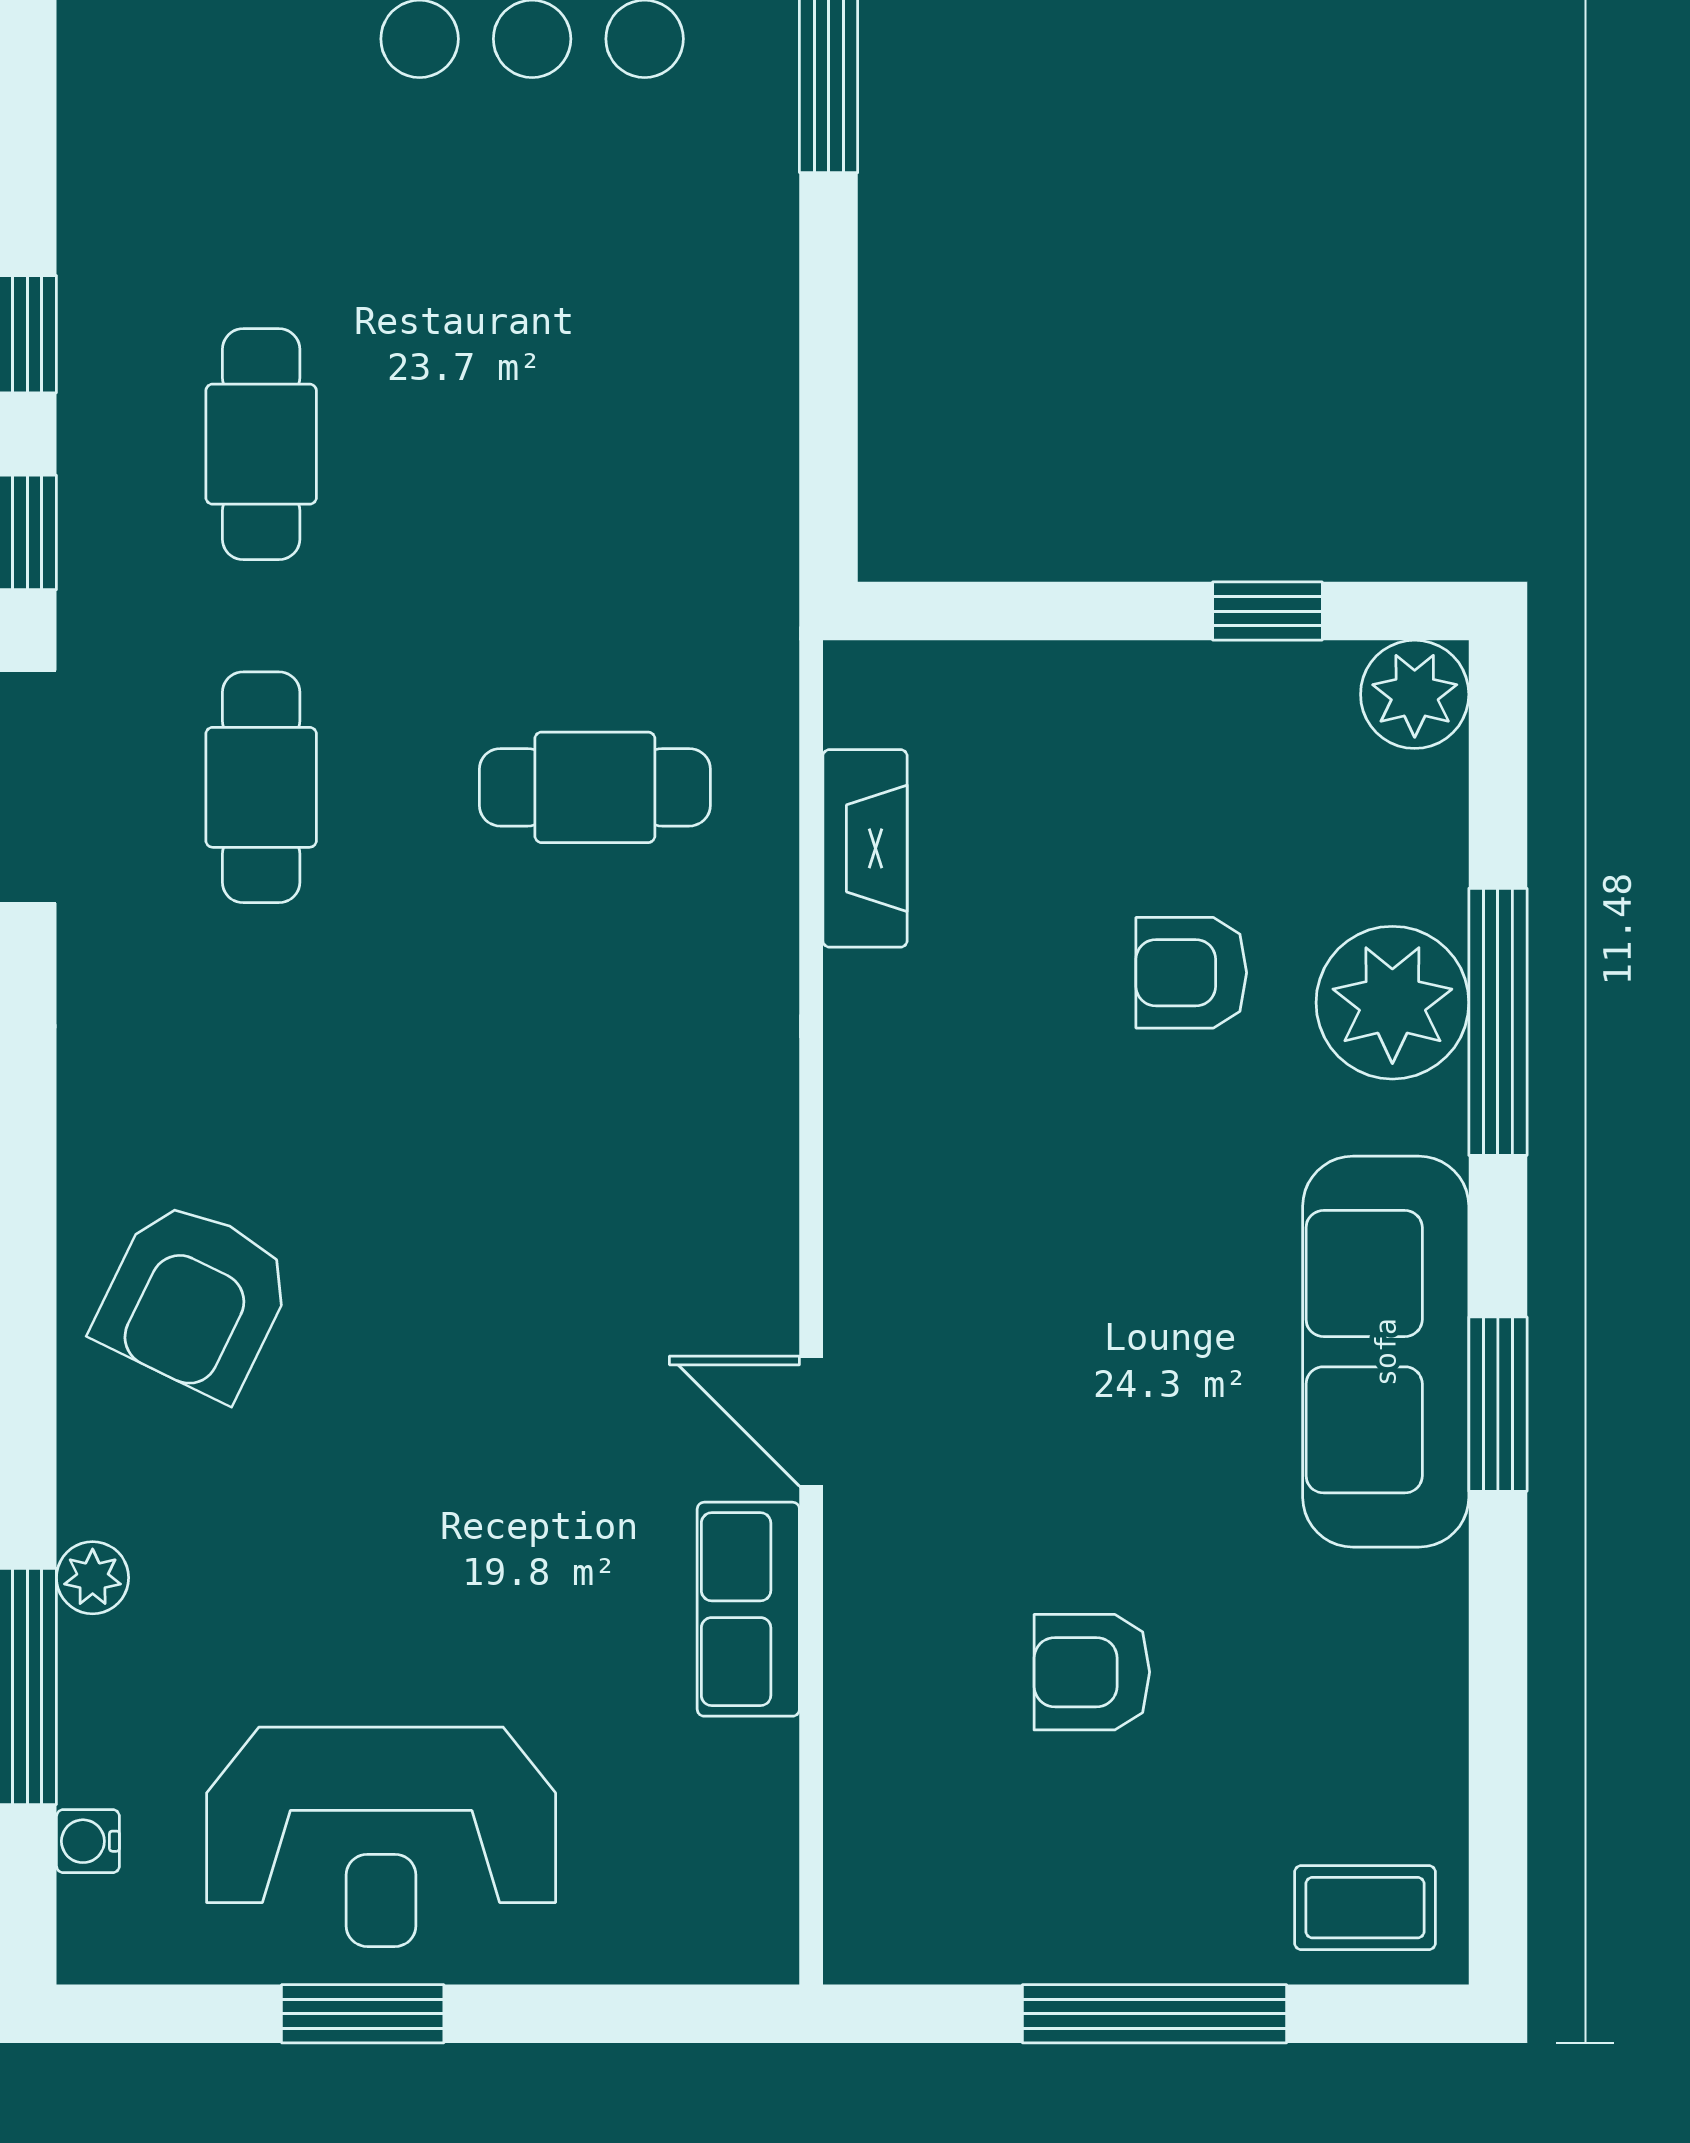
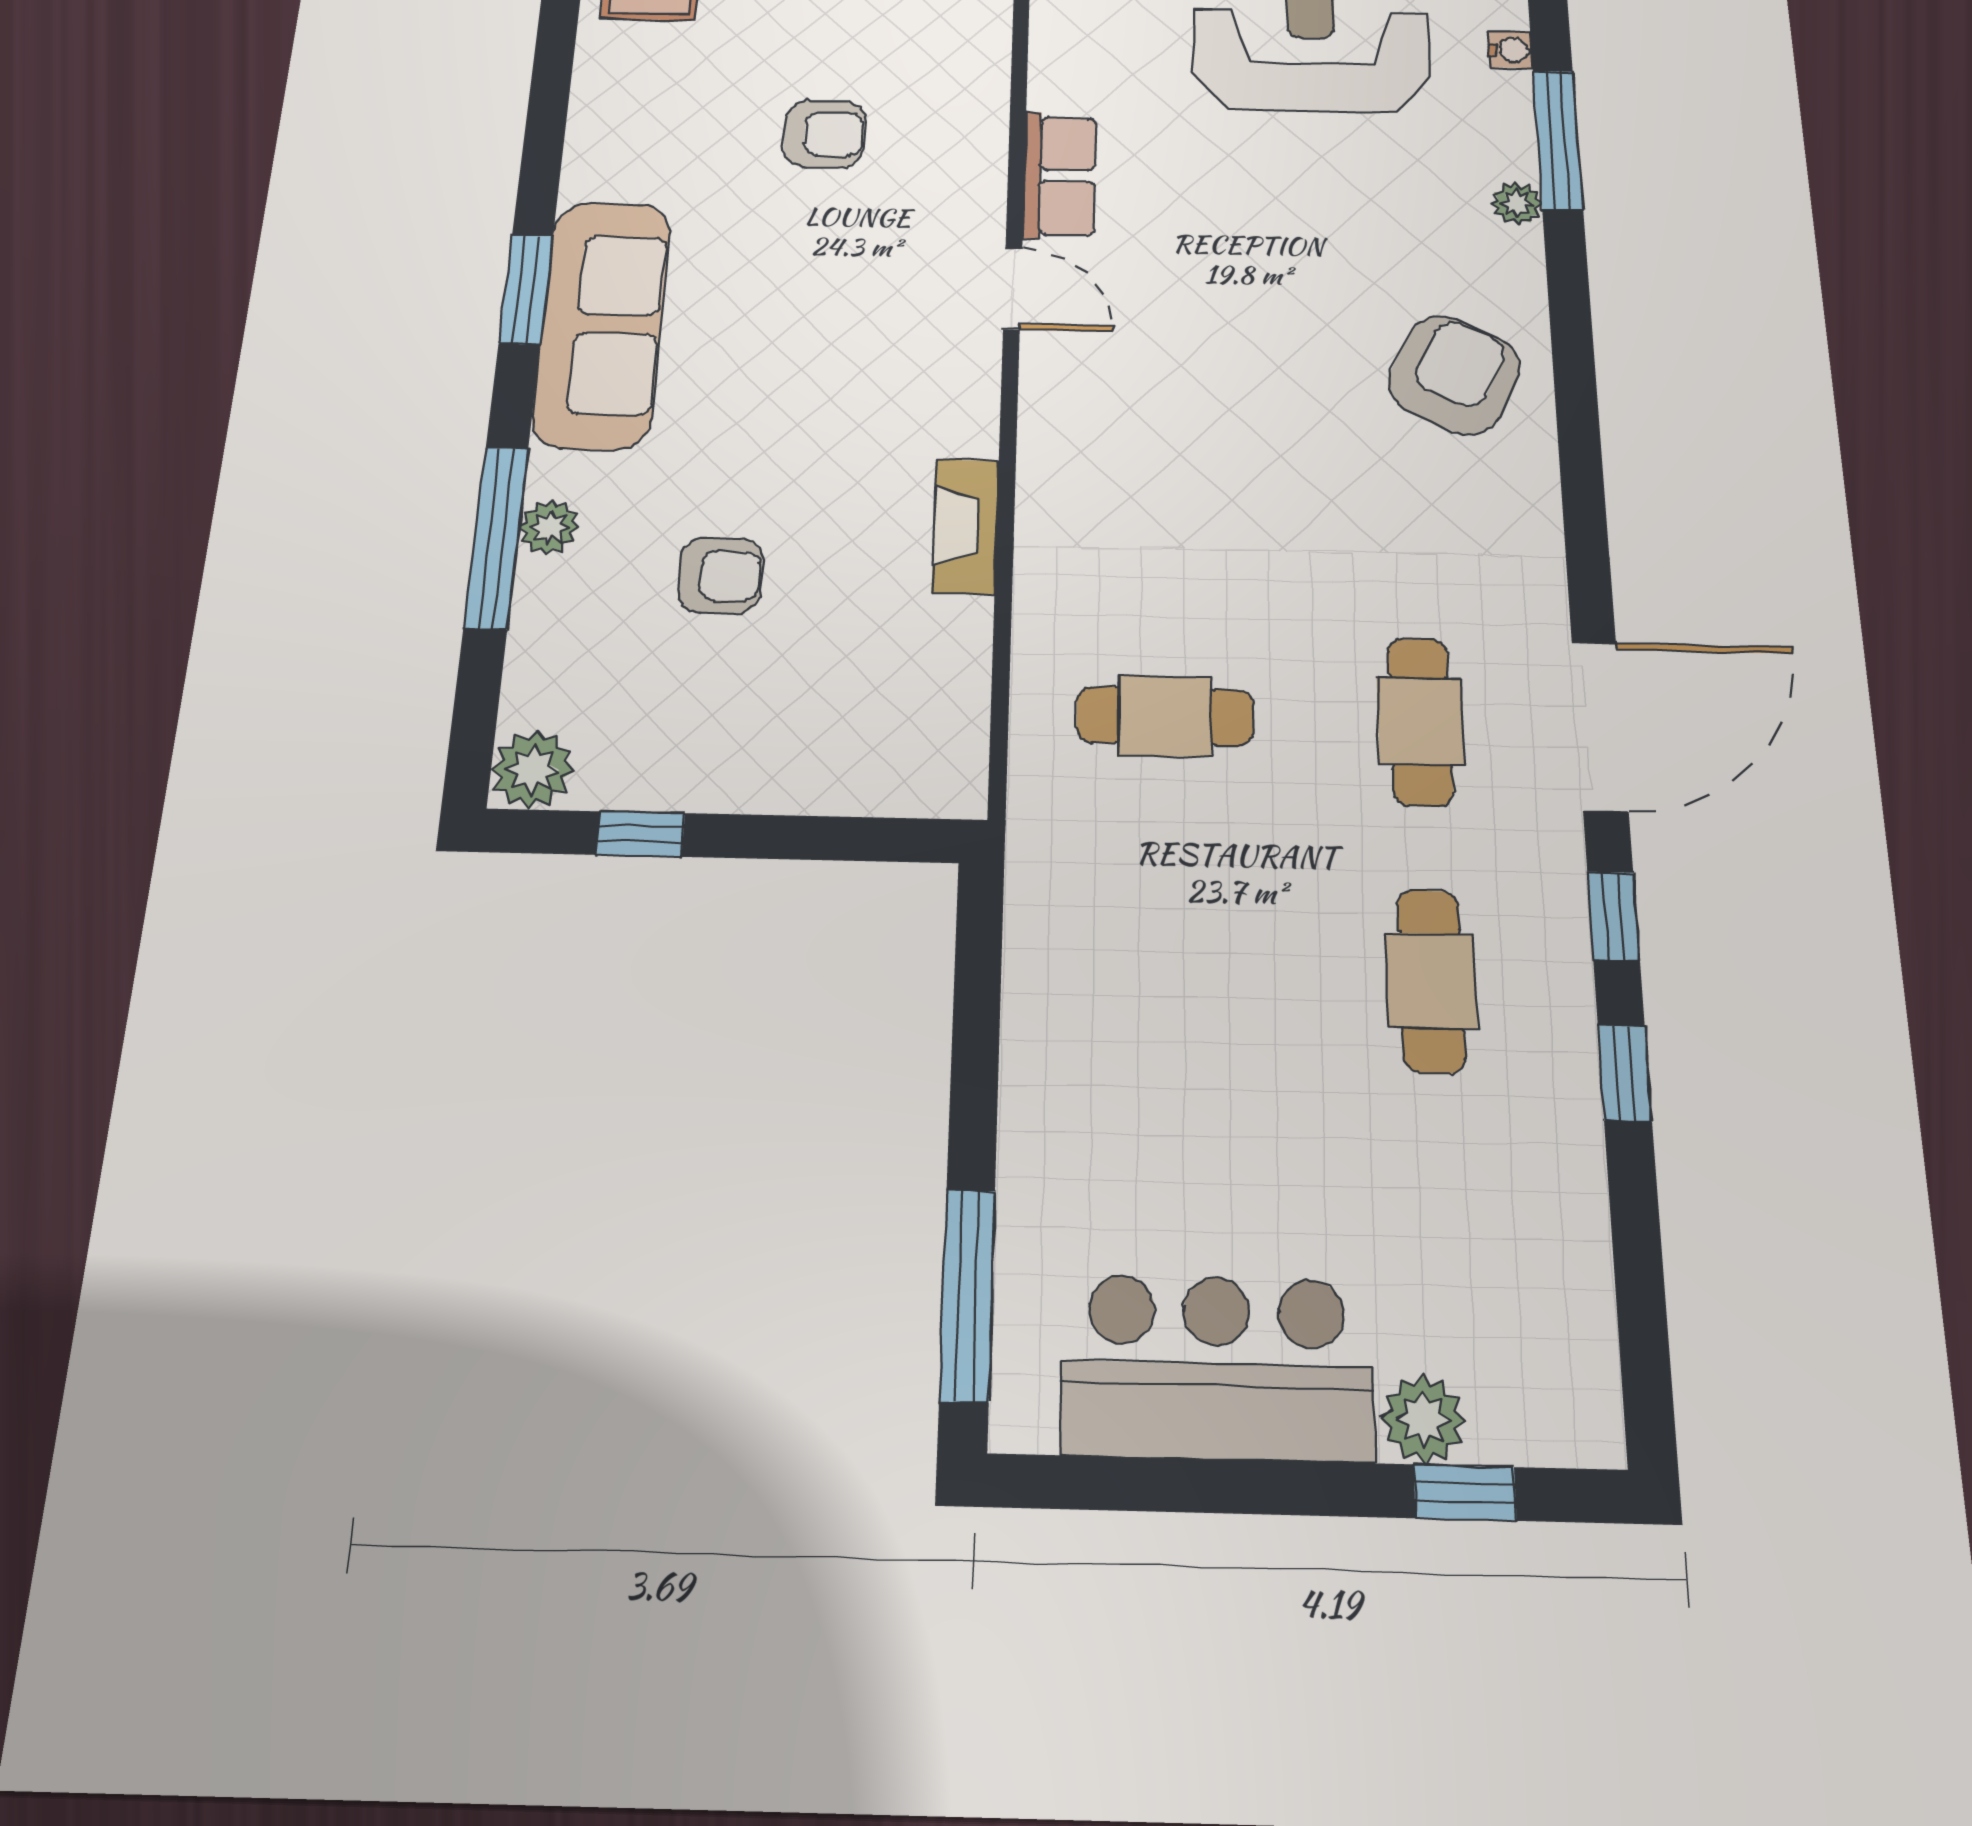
fireplace: (865, 848) -> (966, 526), moved
plant: (1392, 1003) -> (549, 527), width x0.53, depth x0.53

